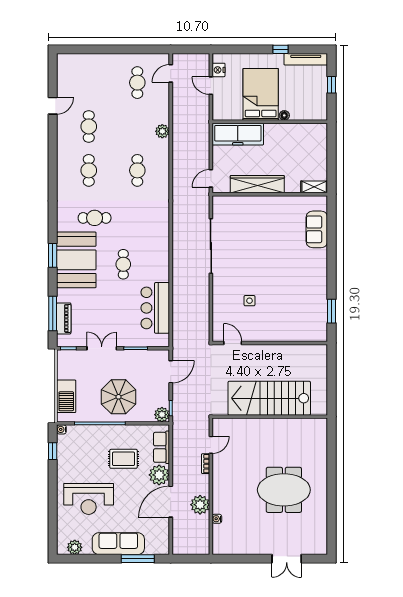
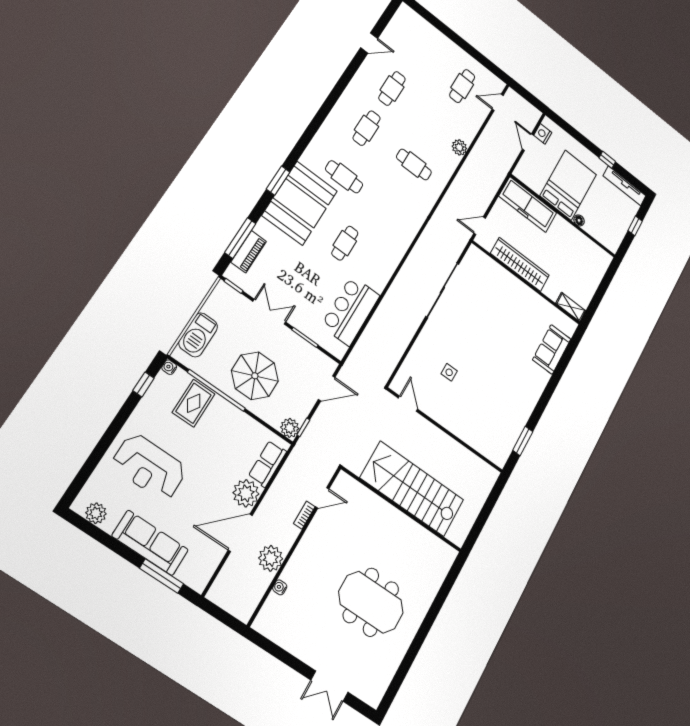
cafe table: (137, 170) -> (414, 165), turned 90
rug: (124, 459) -> (194, 403), moved, turned 90

